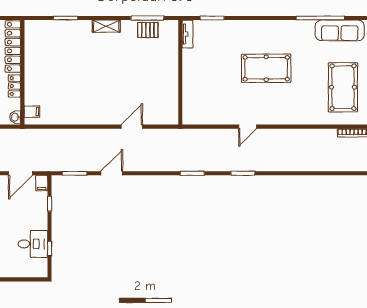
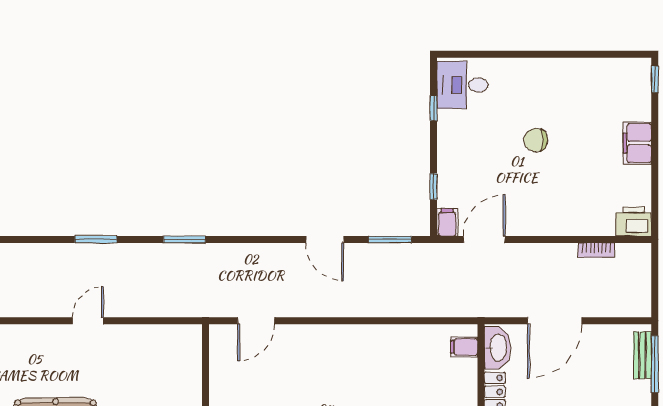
washbasin: (15, 117) -> (497, 348), width x1.91, depth x1.45
door: (132, 127) -> (256, 321), moved
door: (112, 173) -> (325, 239), hinge flipped
desk: (33, 244) -> (462, 85), moved

